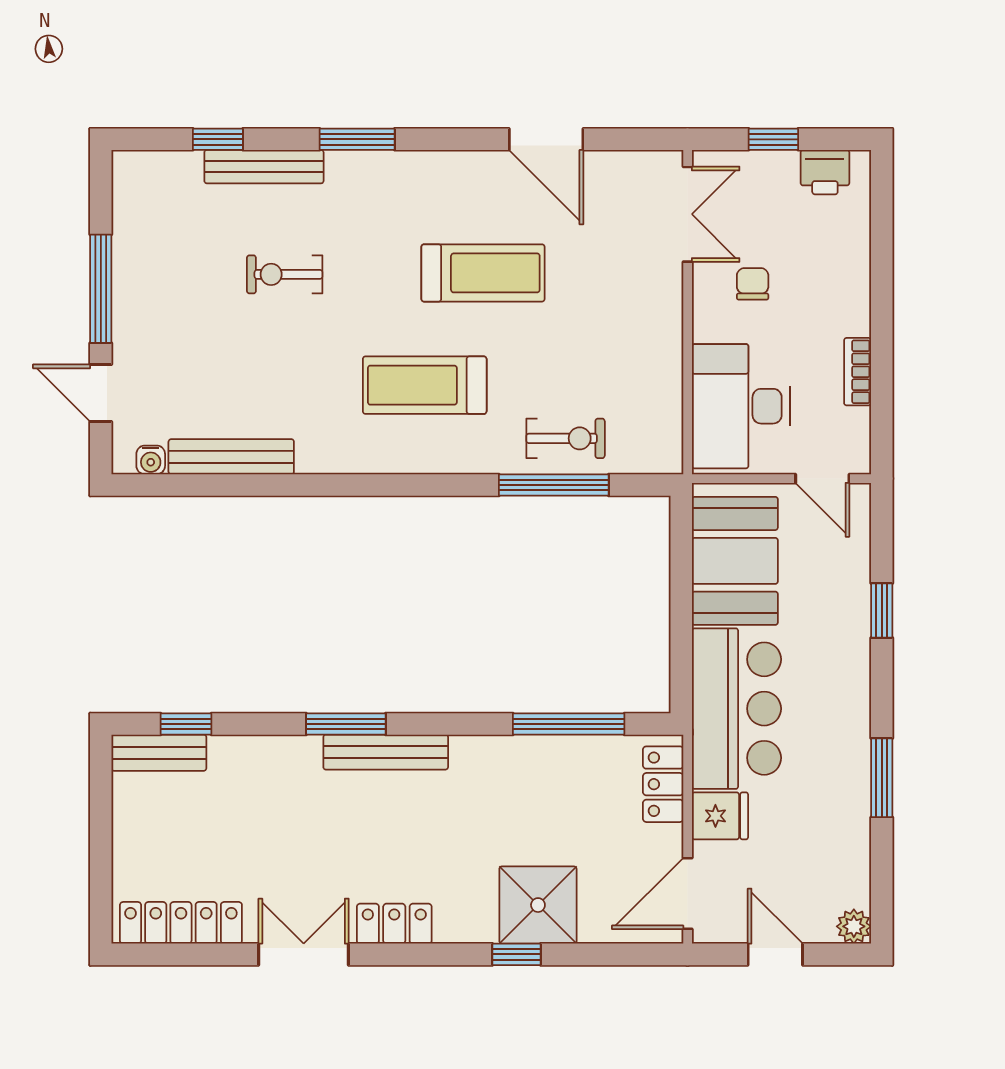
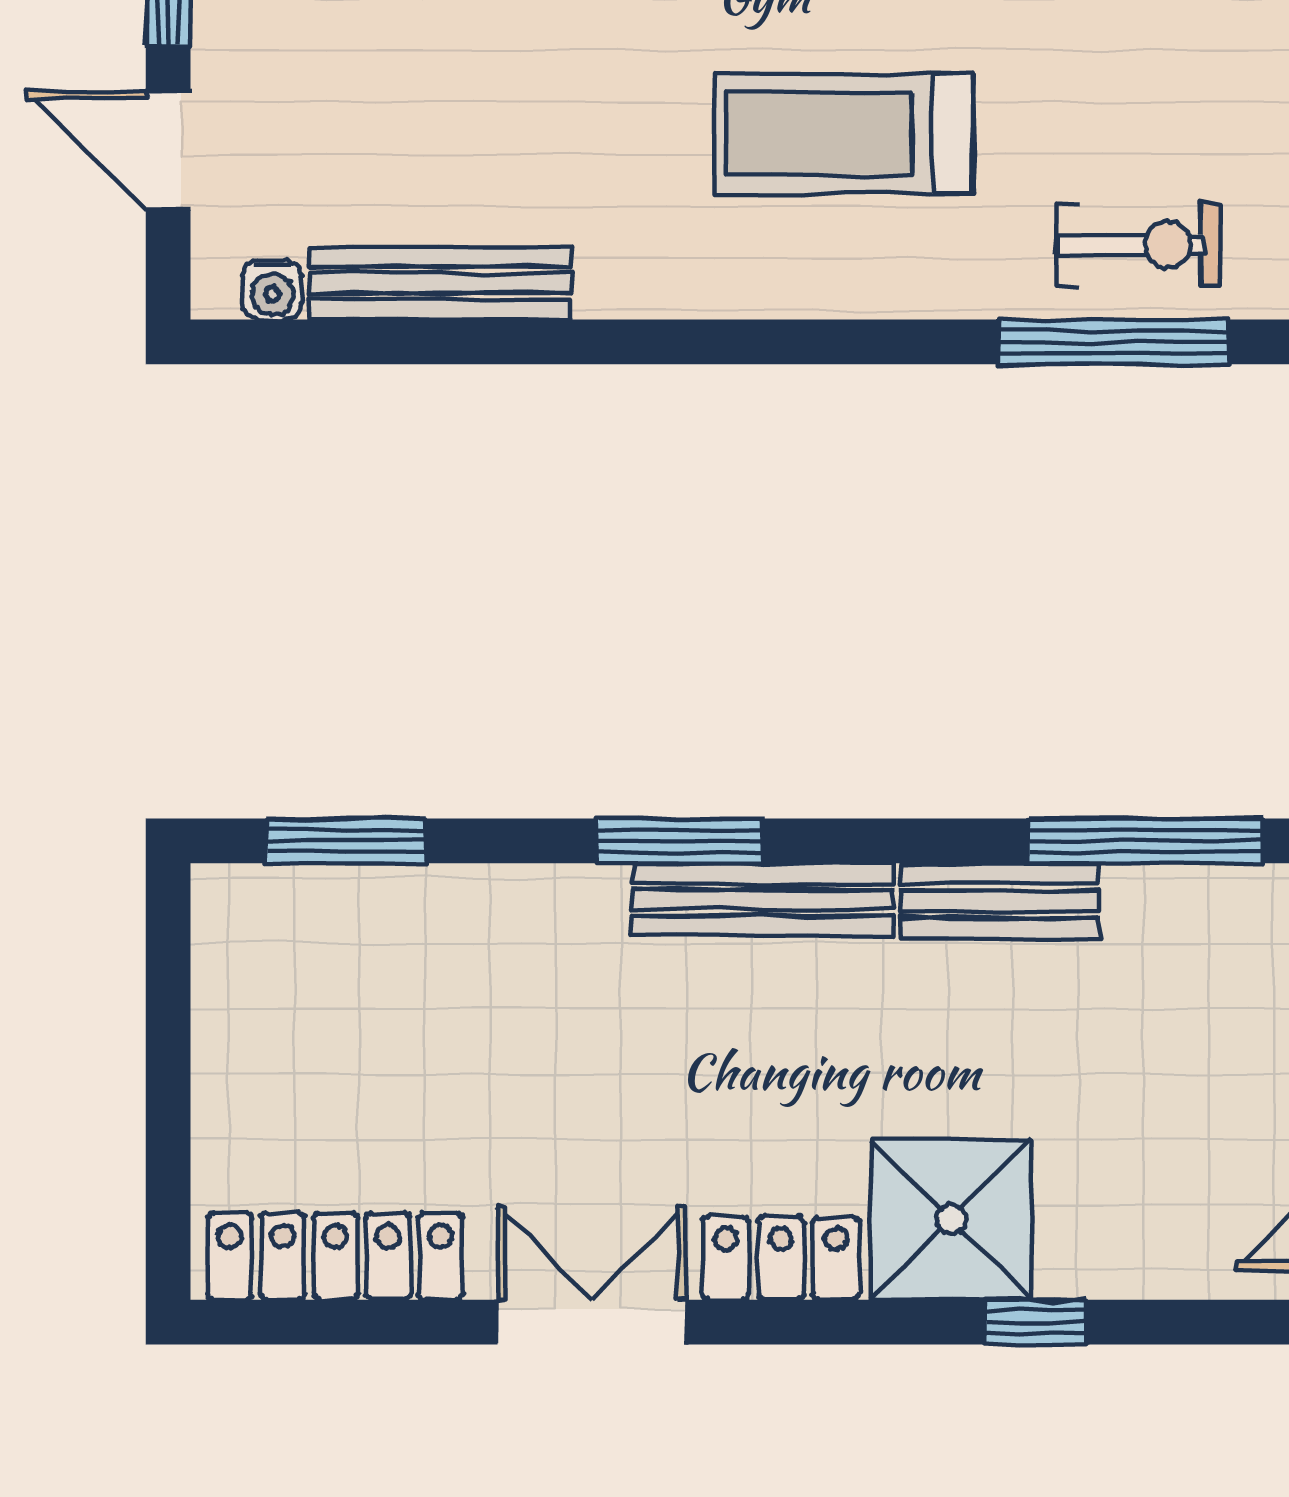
window: (186, 724) -> (346, 841), width x1.50
bench: (159, 753) -> (999, 901), moved
shower: (538, 905) -> (951, 1219), moved

